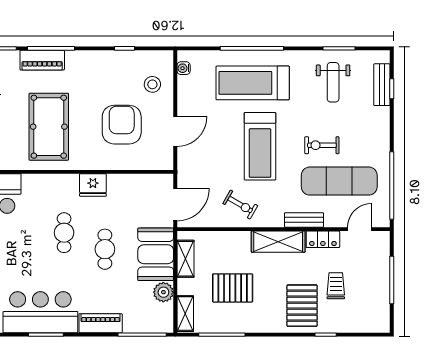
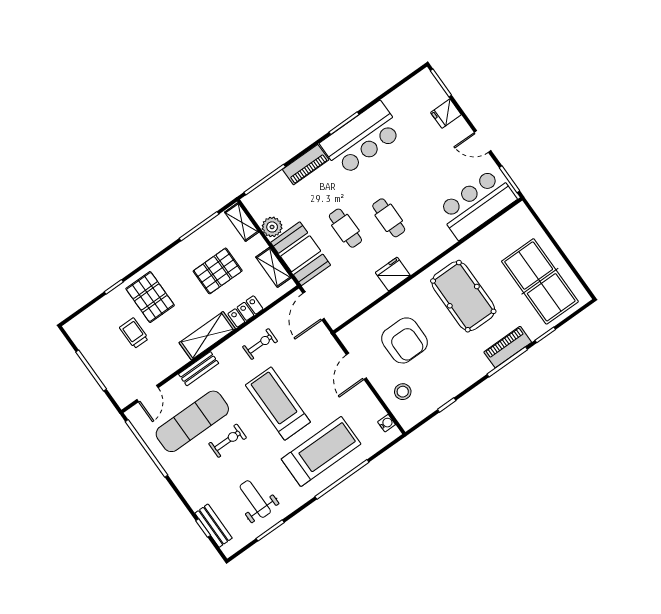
exercise bike: (240, 205) -> (260, 344), turned 150
locker: (323, 239) -> (245, 311), moved
trolley: (336, 286) -> (134, 333), turned 180

